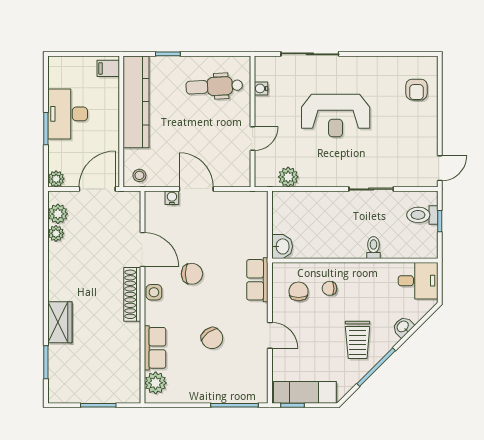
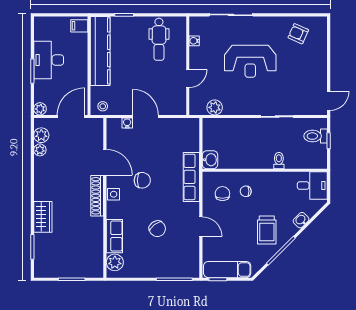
dental chair: (214, 86) -> (159, 39), turned -87
armchair: (417, 90) -> (298, 34), moved, turned 114
row of seats: (257, 280) -> (191, 177), width x1.48

